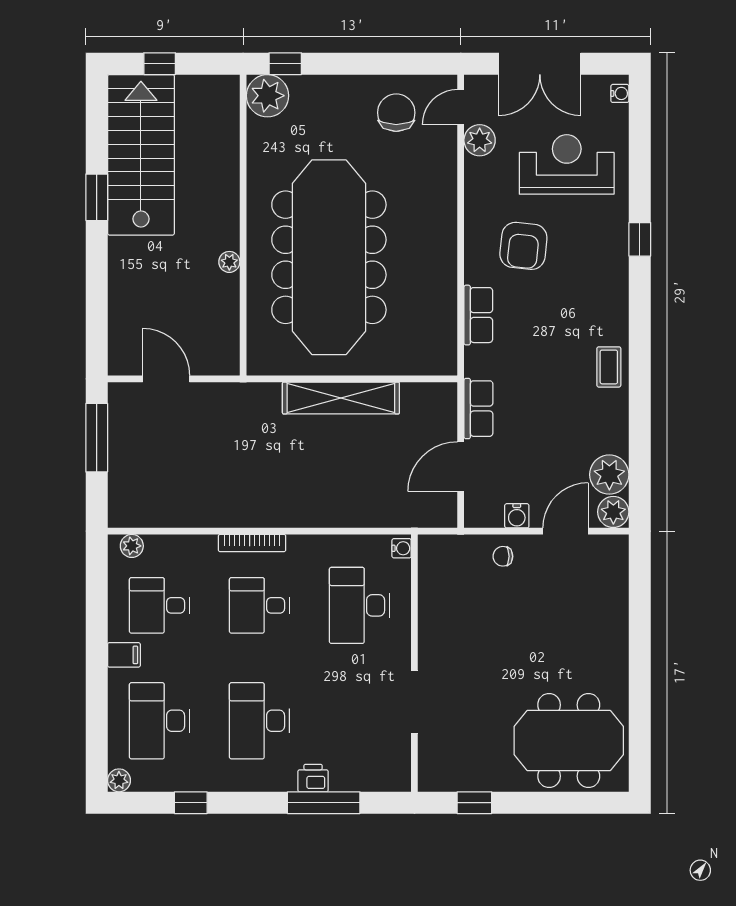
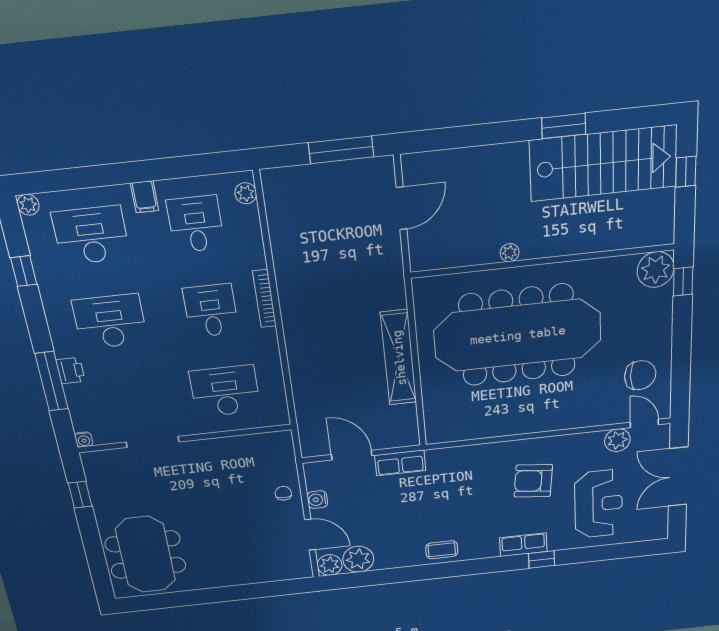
water cooler: (620, 93) -> (654, 534), removed
row of seats: (478, 315) -> (523, 545), moved, turned 180
water cooler: (402, 548) -> (84, 440), moved

